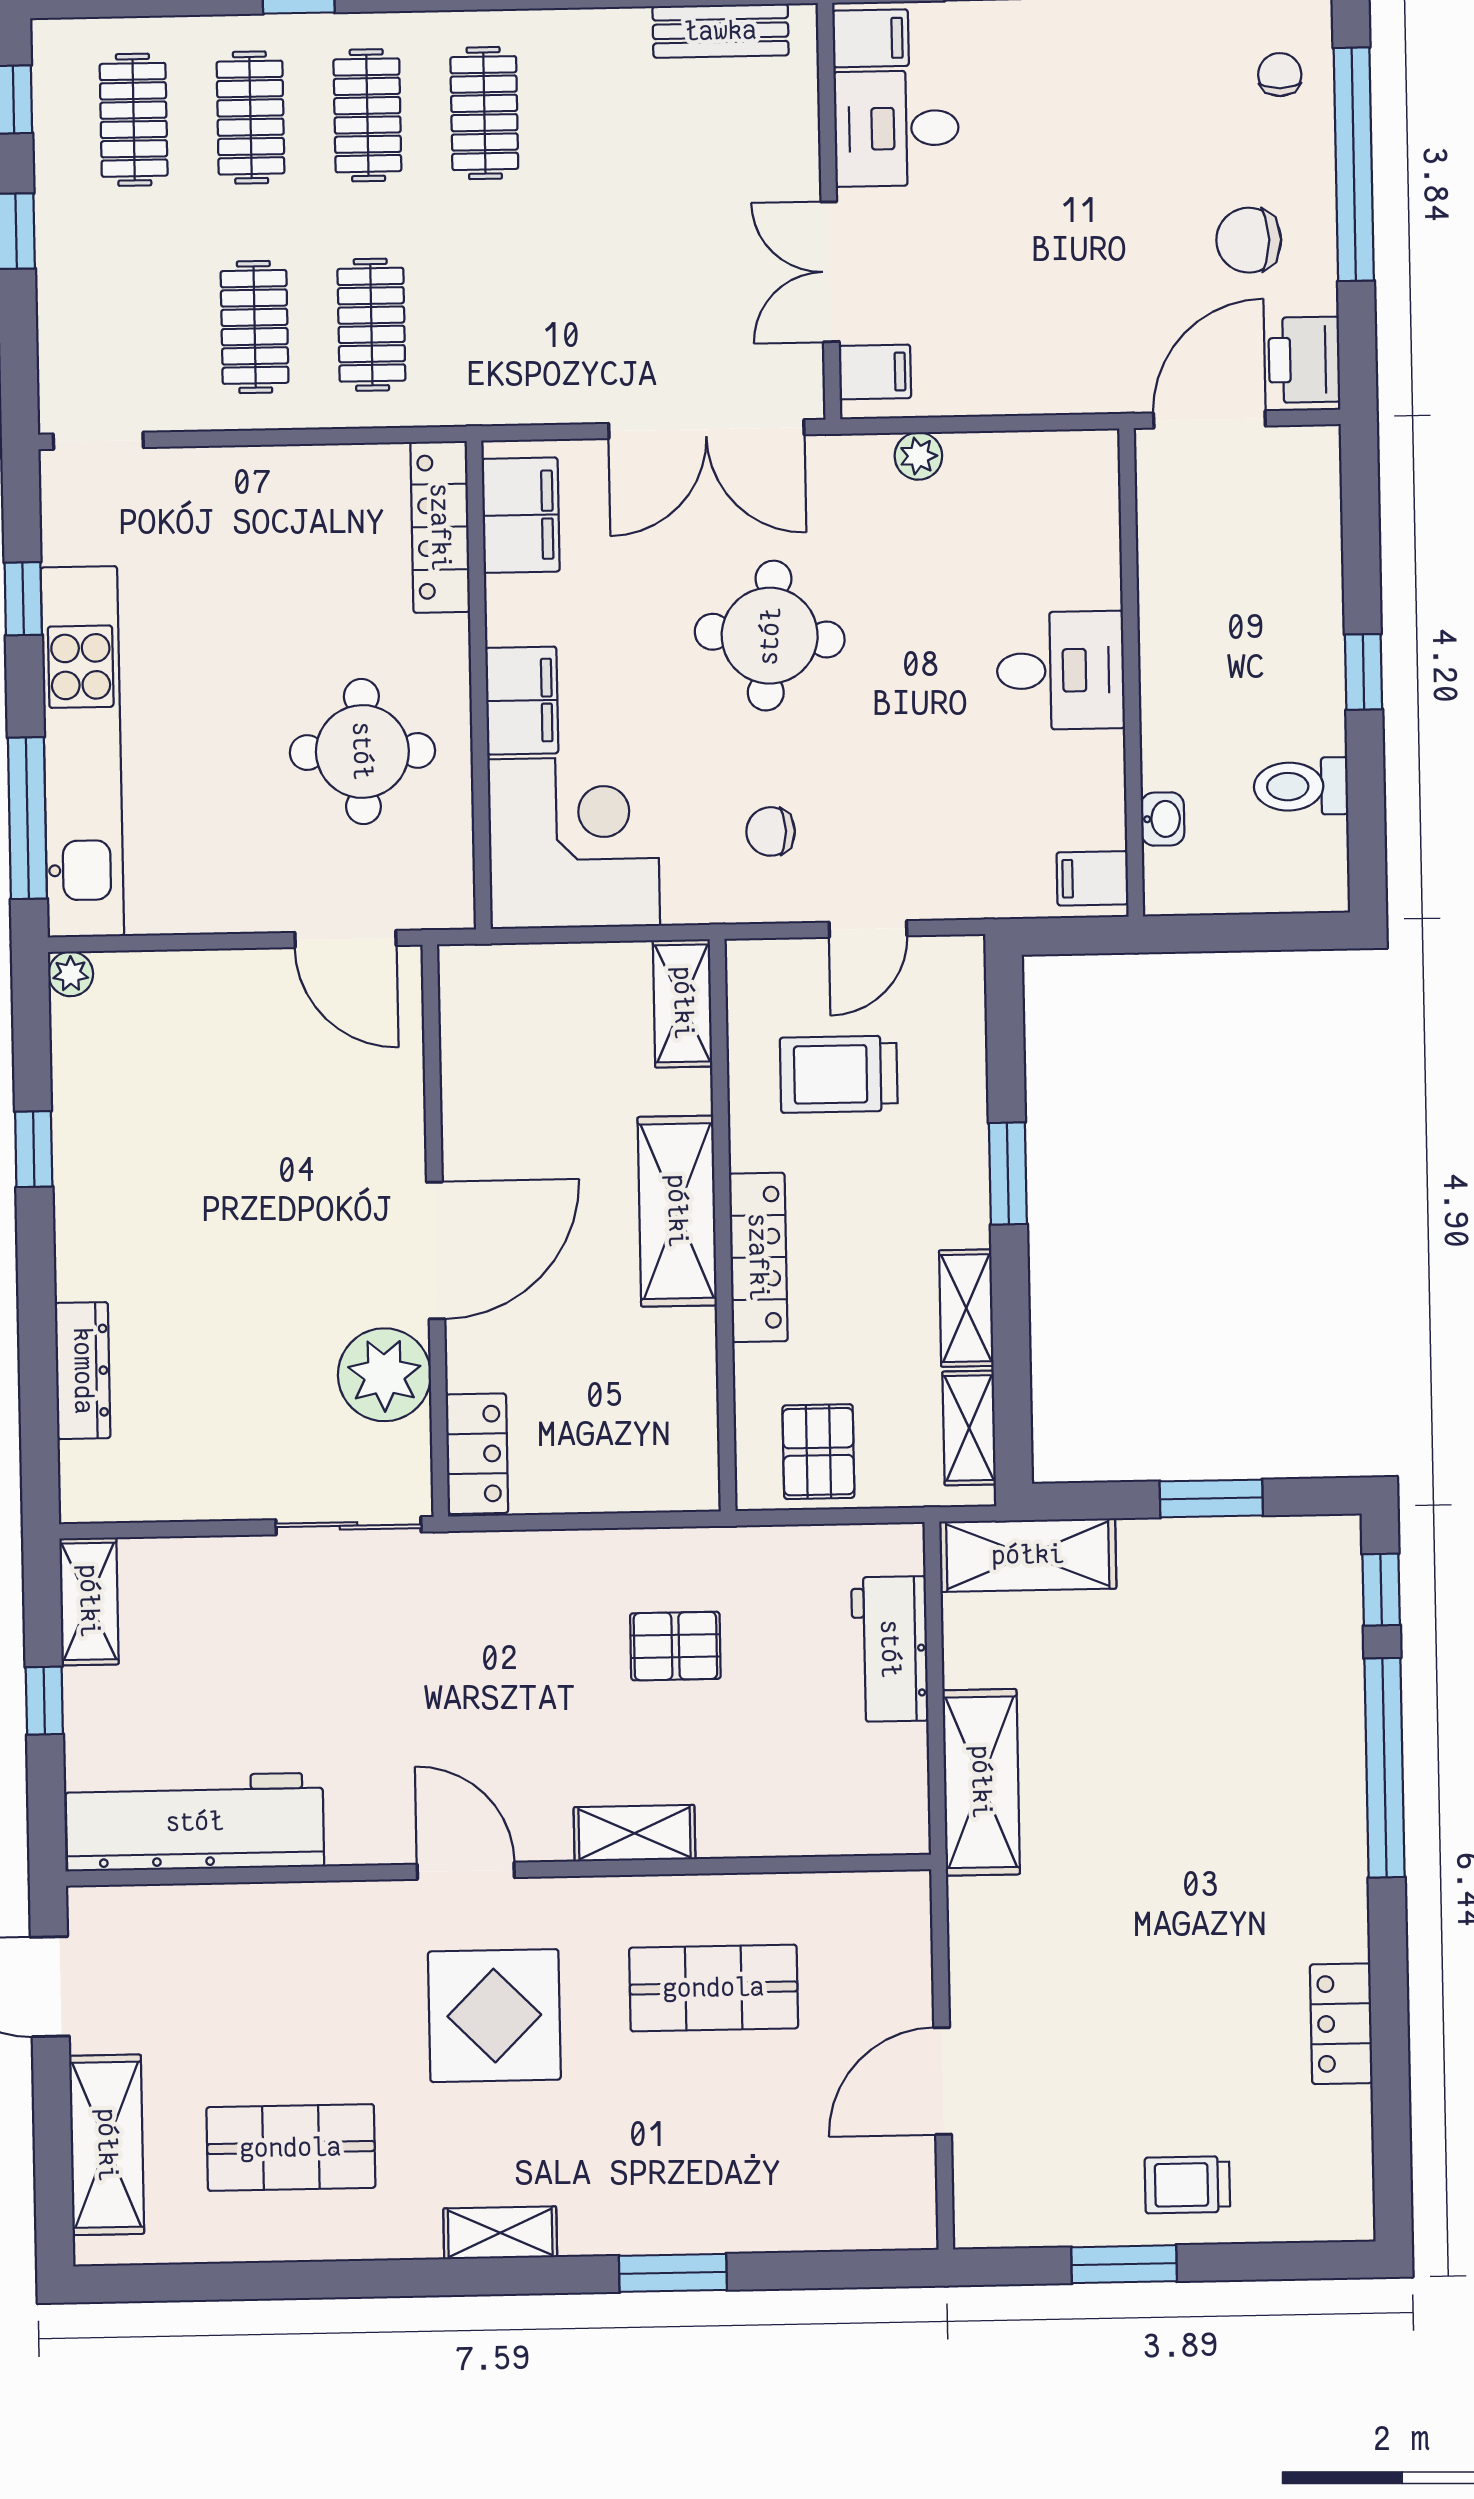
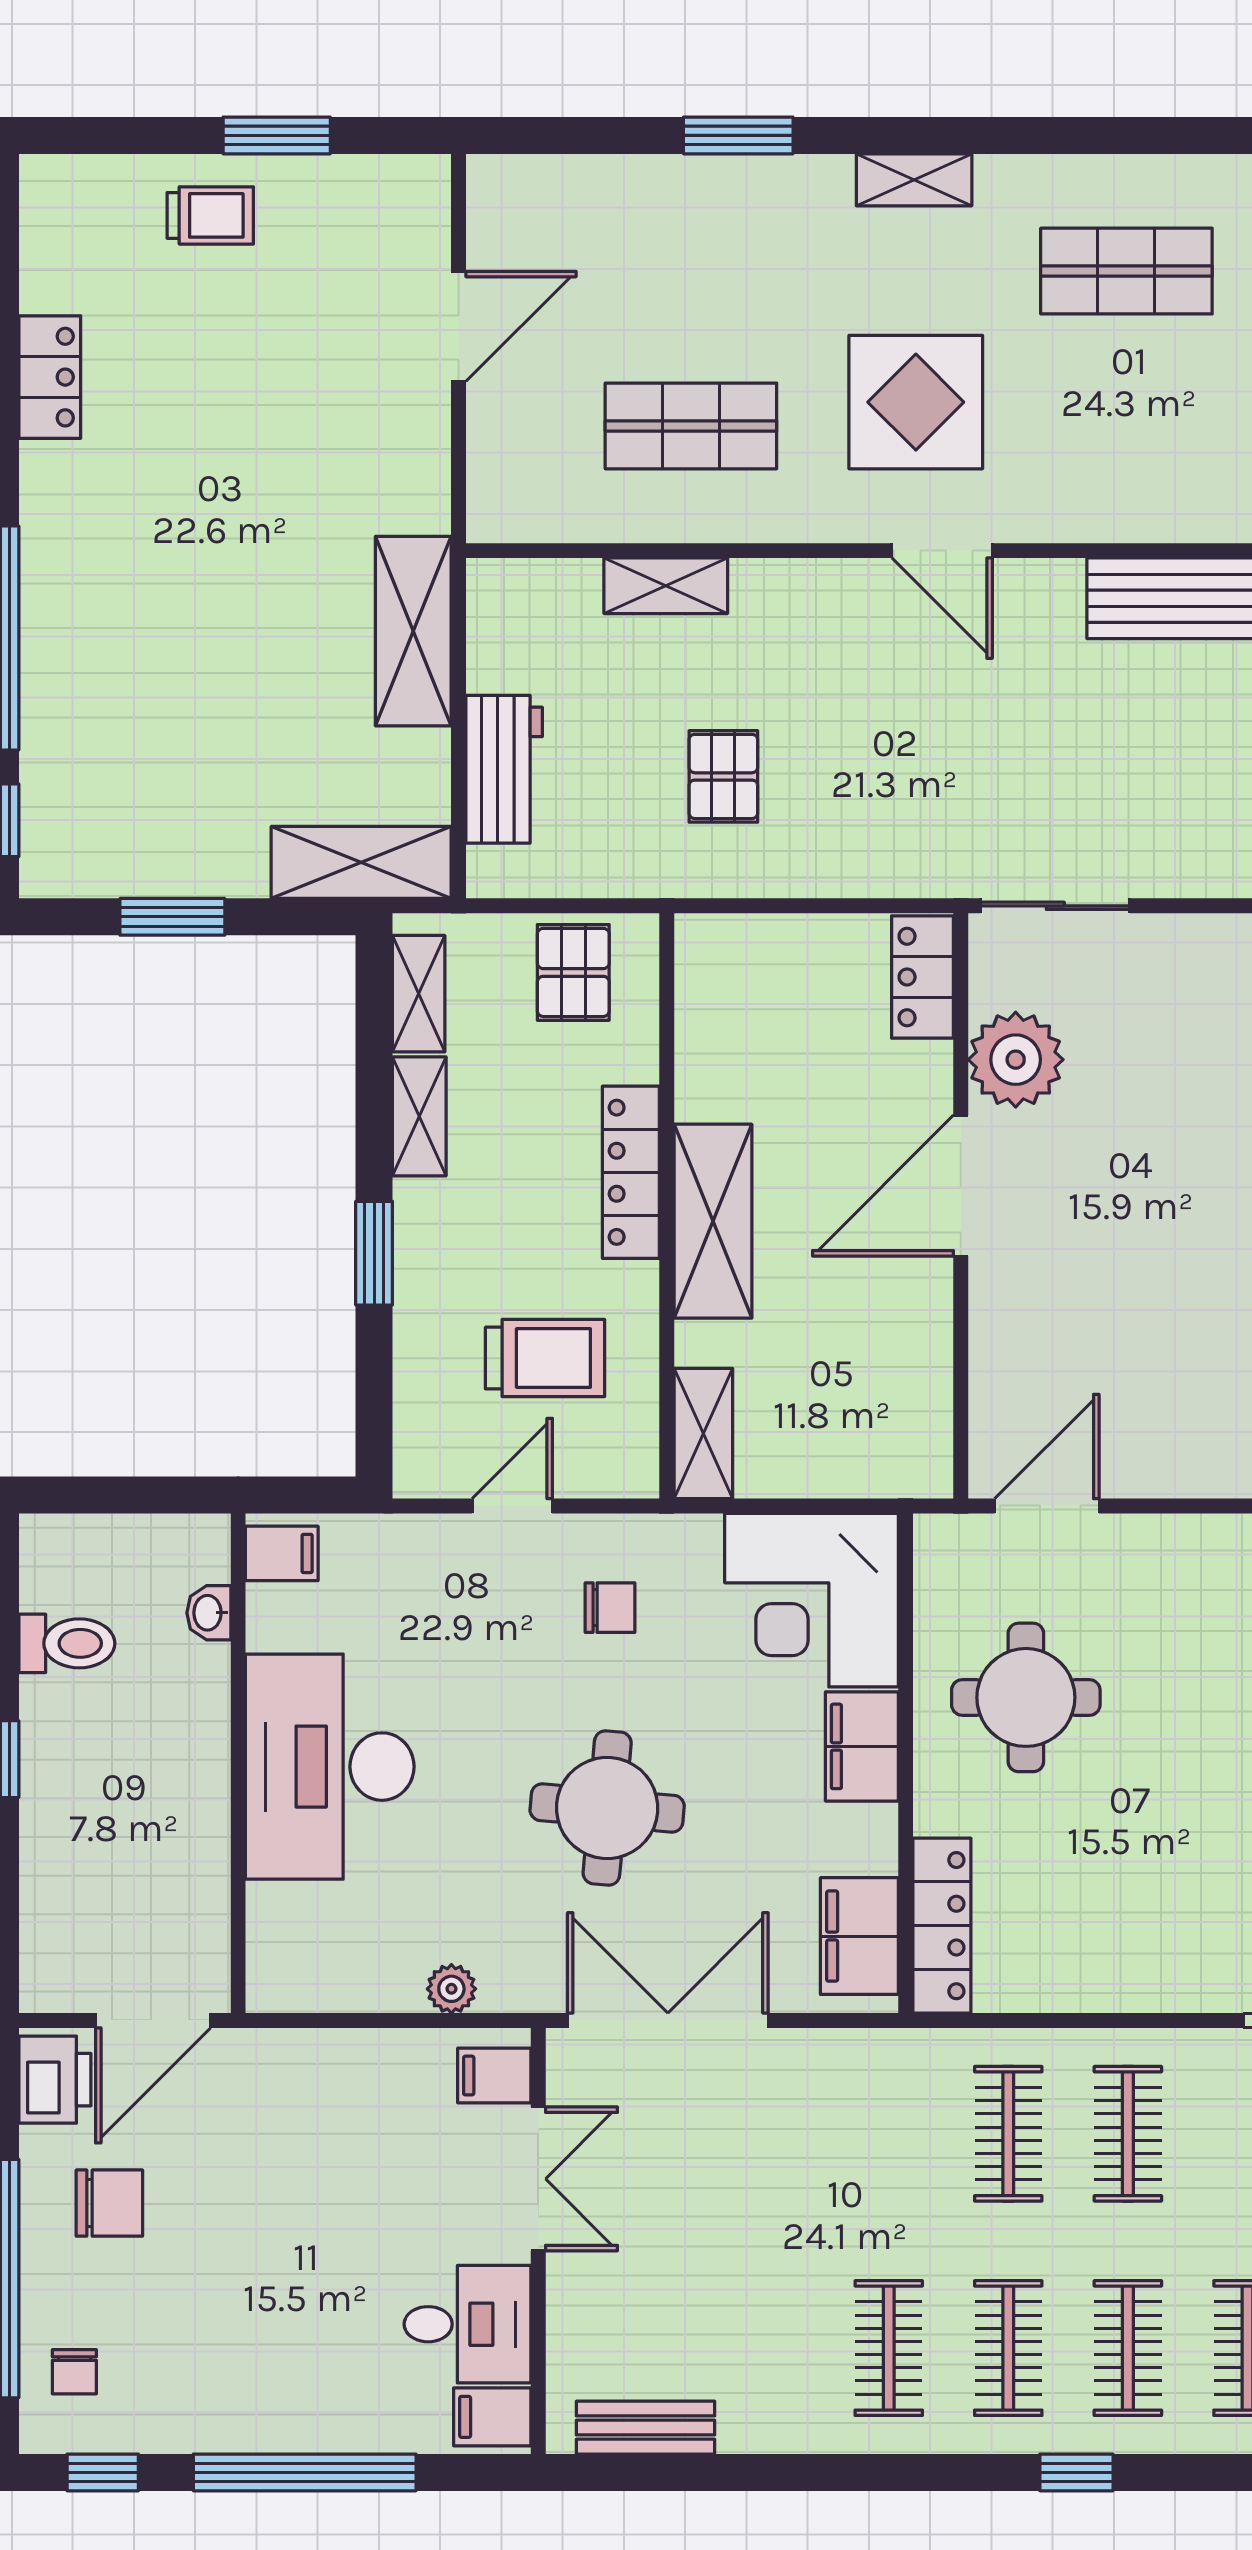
desk: (1061, 671) -> (330, 1767), width x1.87, depth x1.30
door: (345, 939) -> (1047, 1506), hinge flipped
pallet: (675, 1646) -> (723, 776), turned 90
shelving: (635, 1833) -> (666, 586), moved

